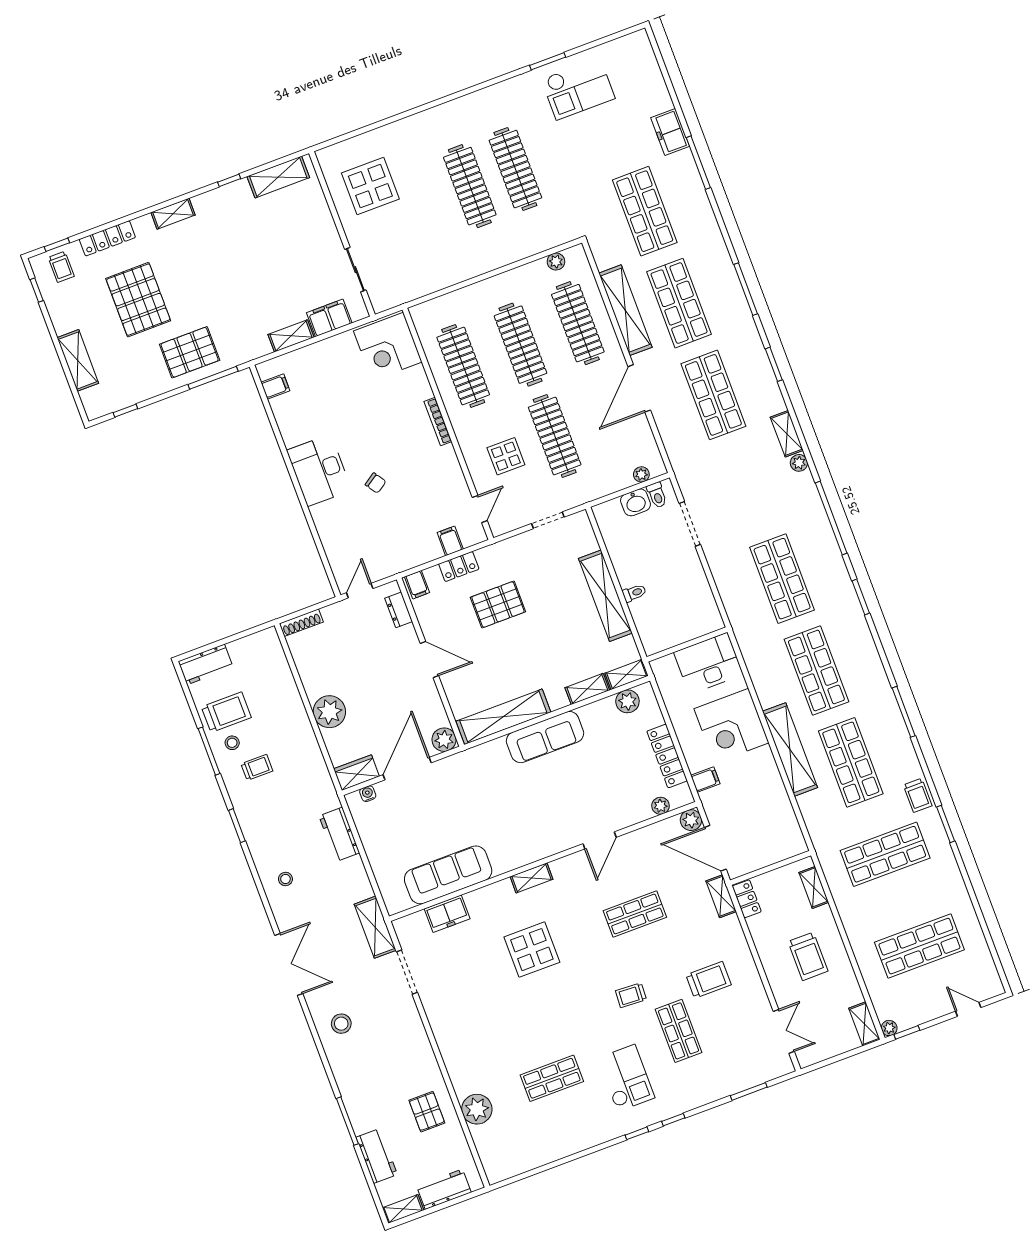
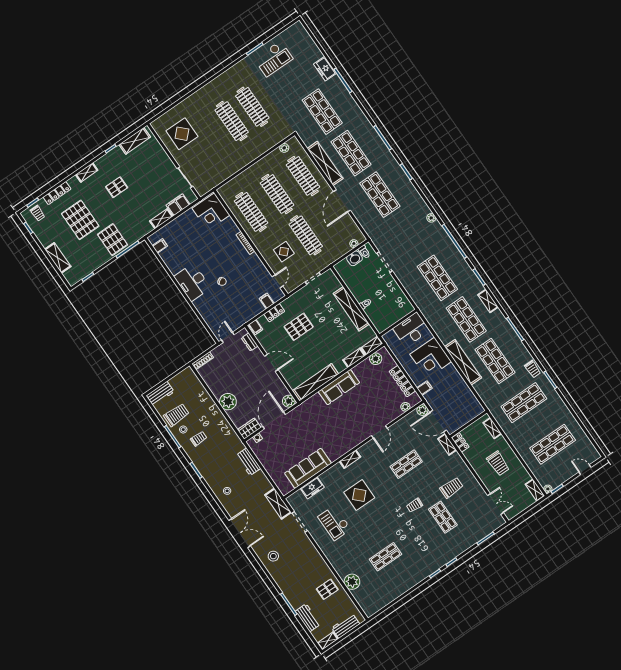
pallet: (222, 256) -> (117, 187), added
pallet: (190, 352) -> (113, 240), turned 90
shelving: (787, 434) -> (488, 301), moved
checkout: (626, 1078) -> (334, 523), moved, turned 180
pallet: (427, 1112) -> (327, 589), turned 90

